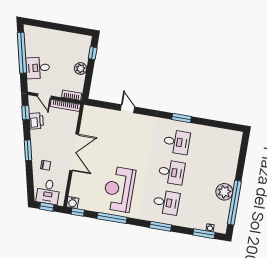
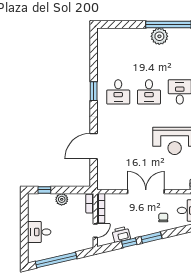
desk: (38, 68) -> (39, 232), moved, turned 103
door: (128, 109) -> (94, 146), width x1.88
window: (26, 113) -> (129, 243), moved
desk: (177, 142) -> (118, 92), turned 180
desk: (171, 172) -> (149, 92), turned 180

